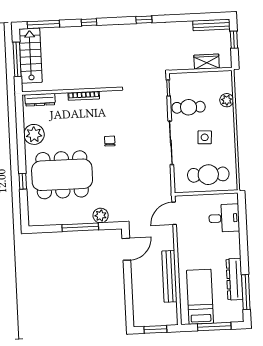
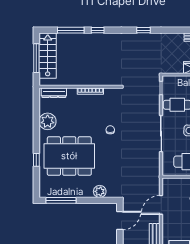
window: (43, 24) -> (71, 30), moved
door: (174, 213) -> (161, 205), moved
window: (80, 227) -> (61, 200), moved

